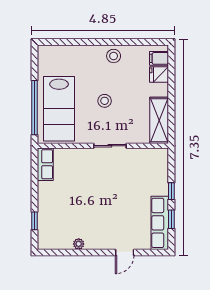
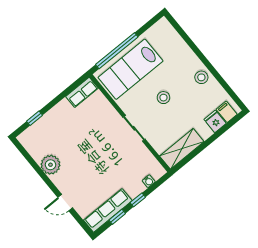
water cooler: (163, 169) -> (149, 181), added
plant: (79, 244) -> (50, 165), width x1.88, depth x1.88

